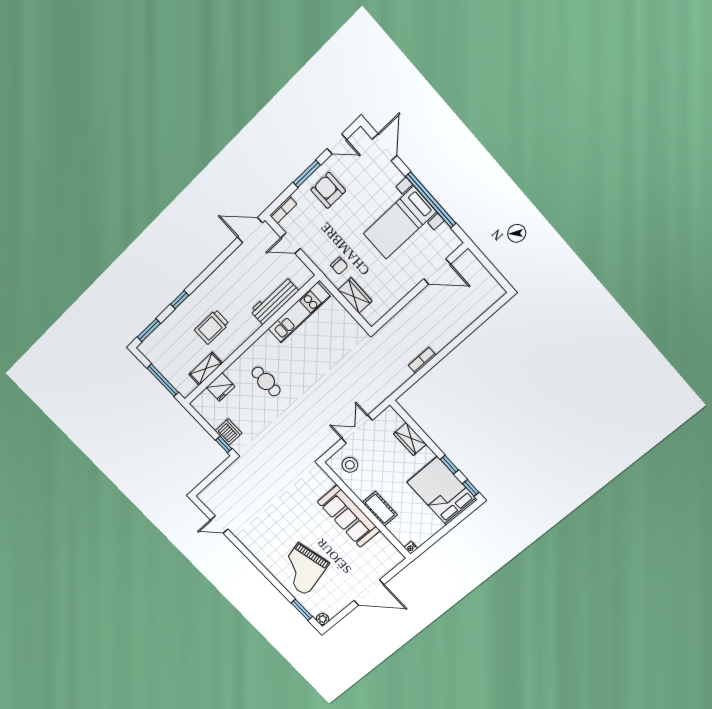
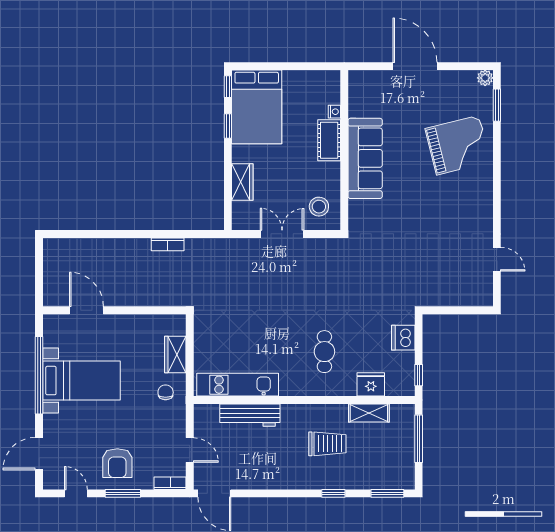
double door: (357, 429) -> (282, 234), swing flipped
window: (224, 444) -> (419, 375), moved
nightstand: (411, 548) -> (334, 112), moved

